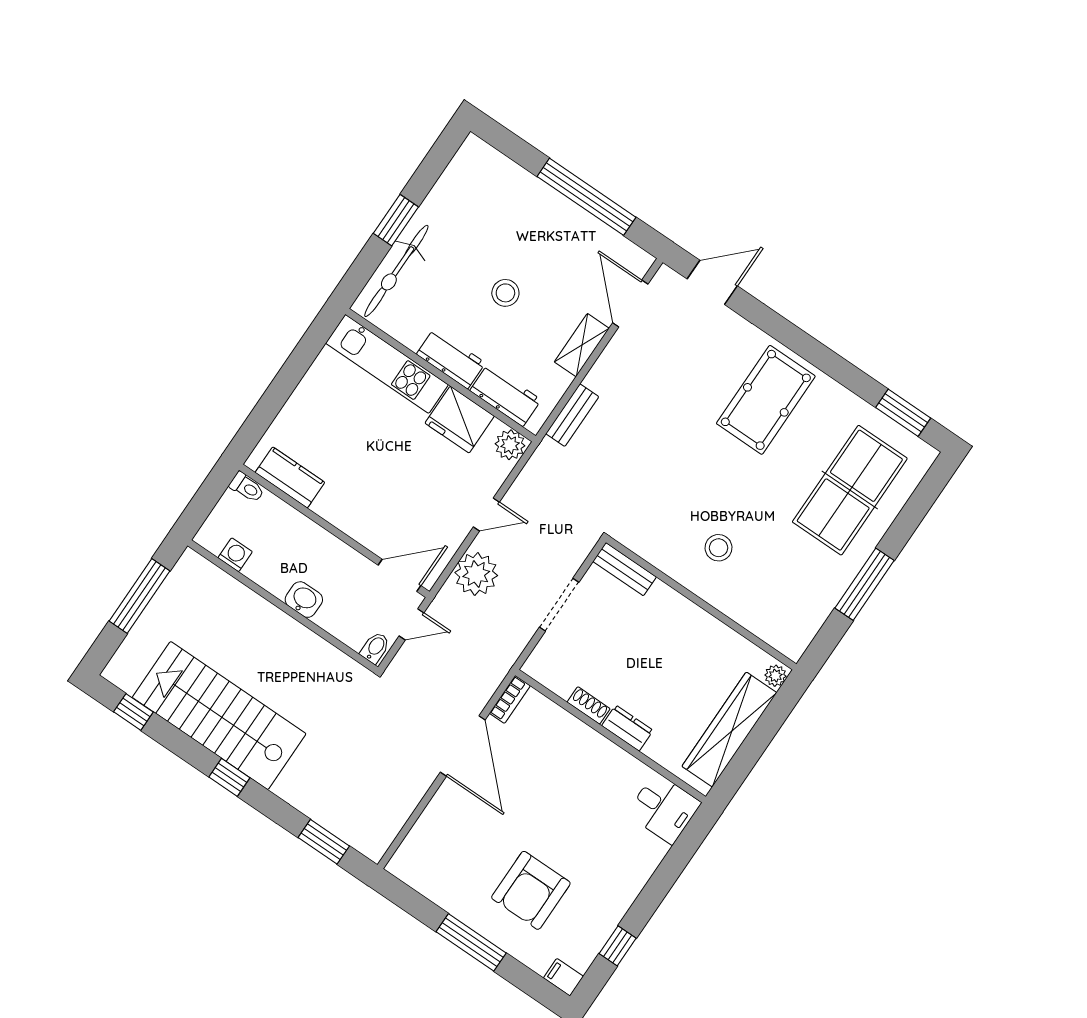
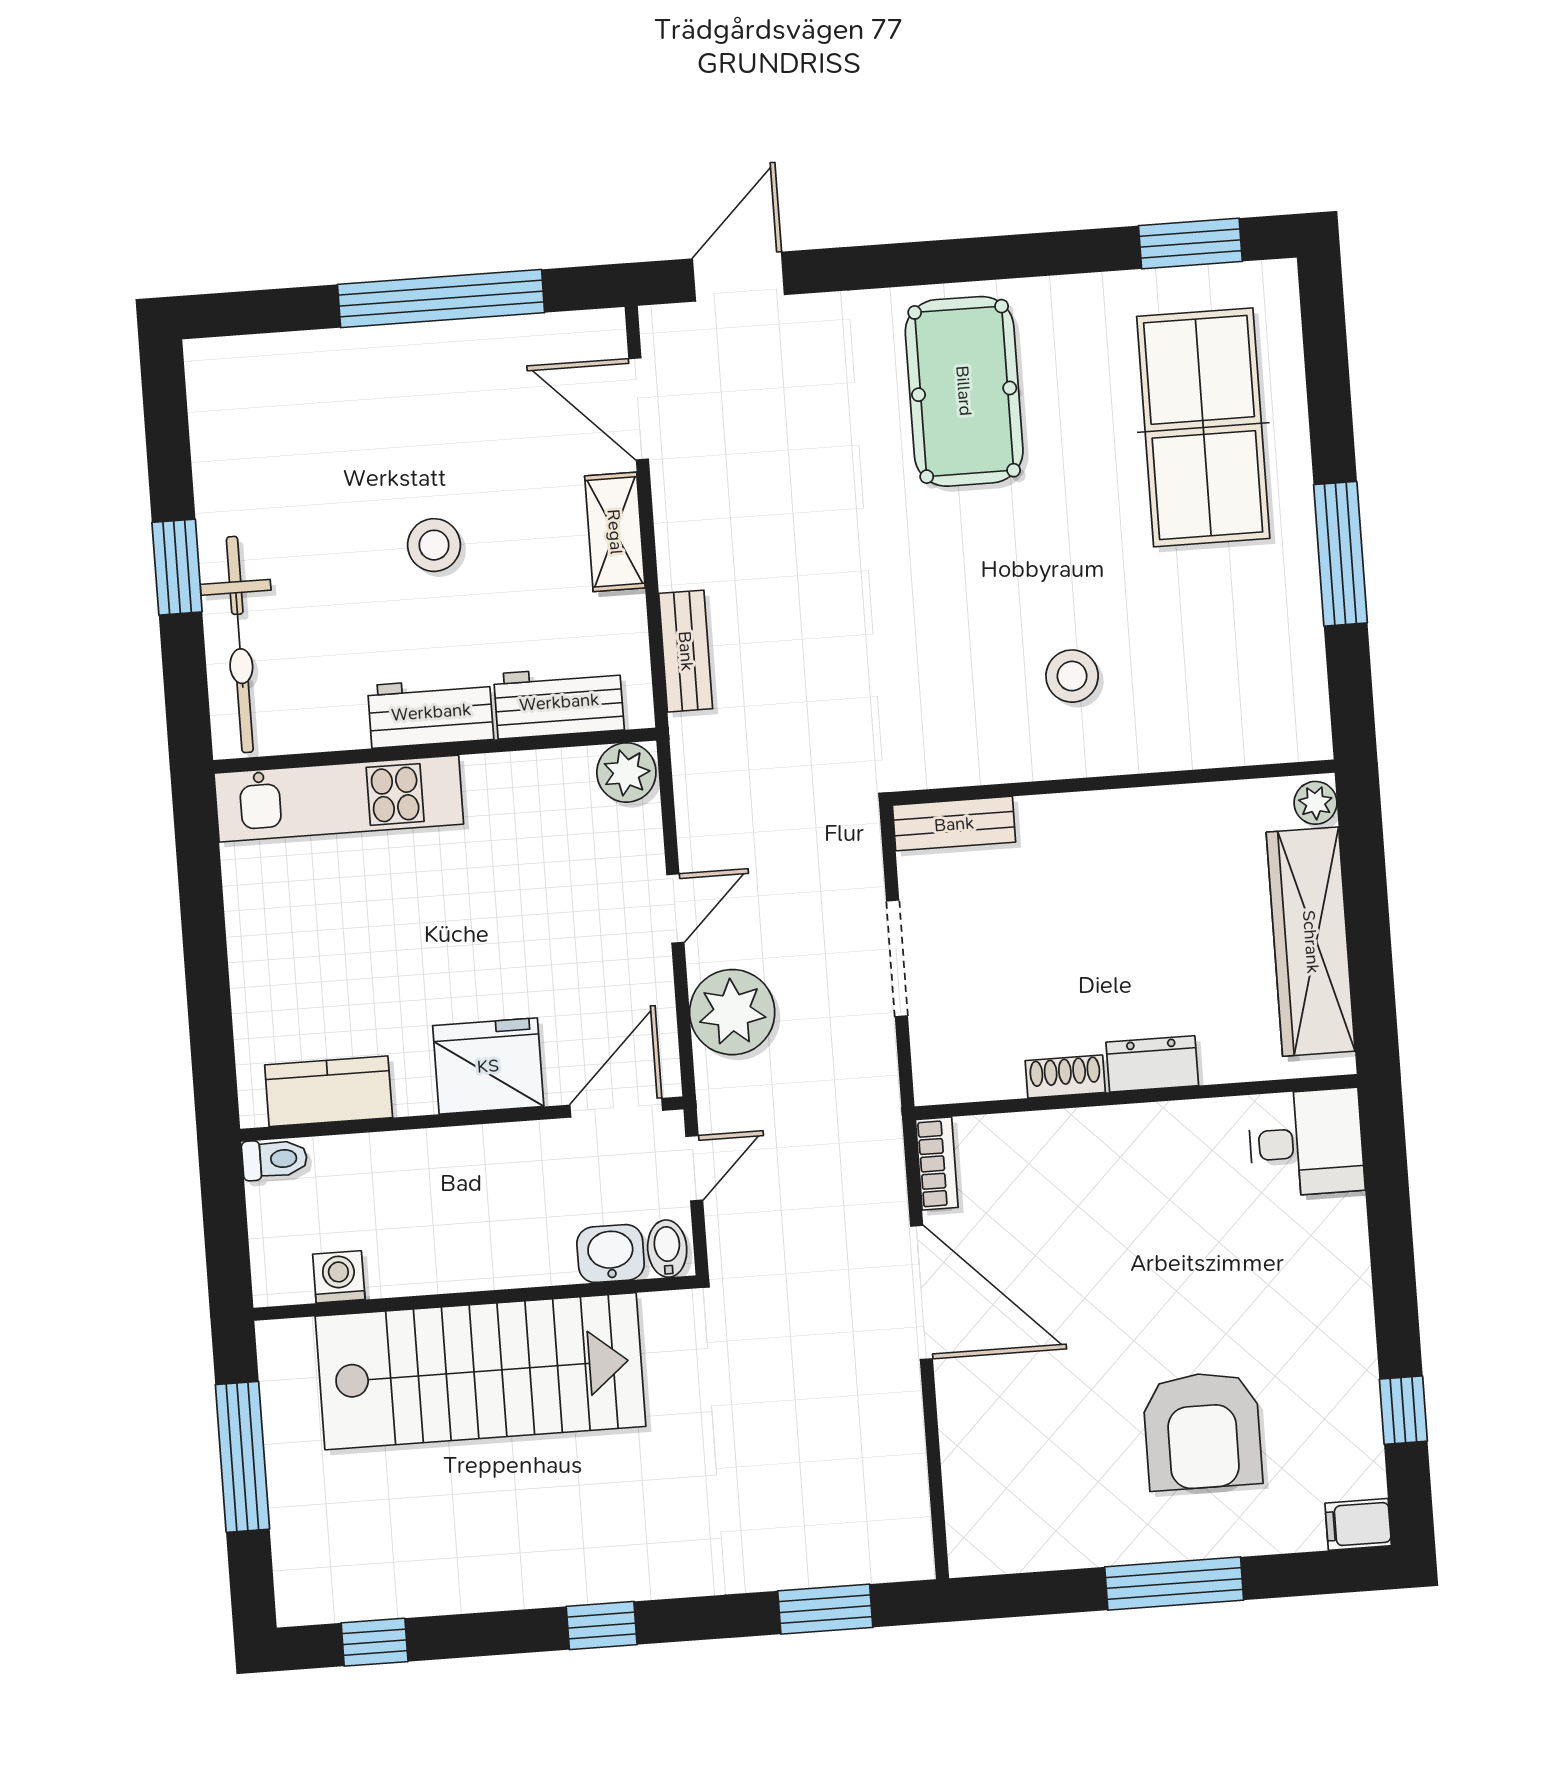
fridge: (460, 420) -> (488, 1066), moved, turned 180
washbasin: (304, 600) -> (611, 1254), moved
stairs: (219, 716) -> (480, 1371), moved, turned 180

